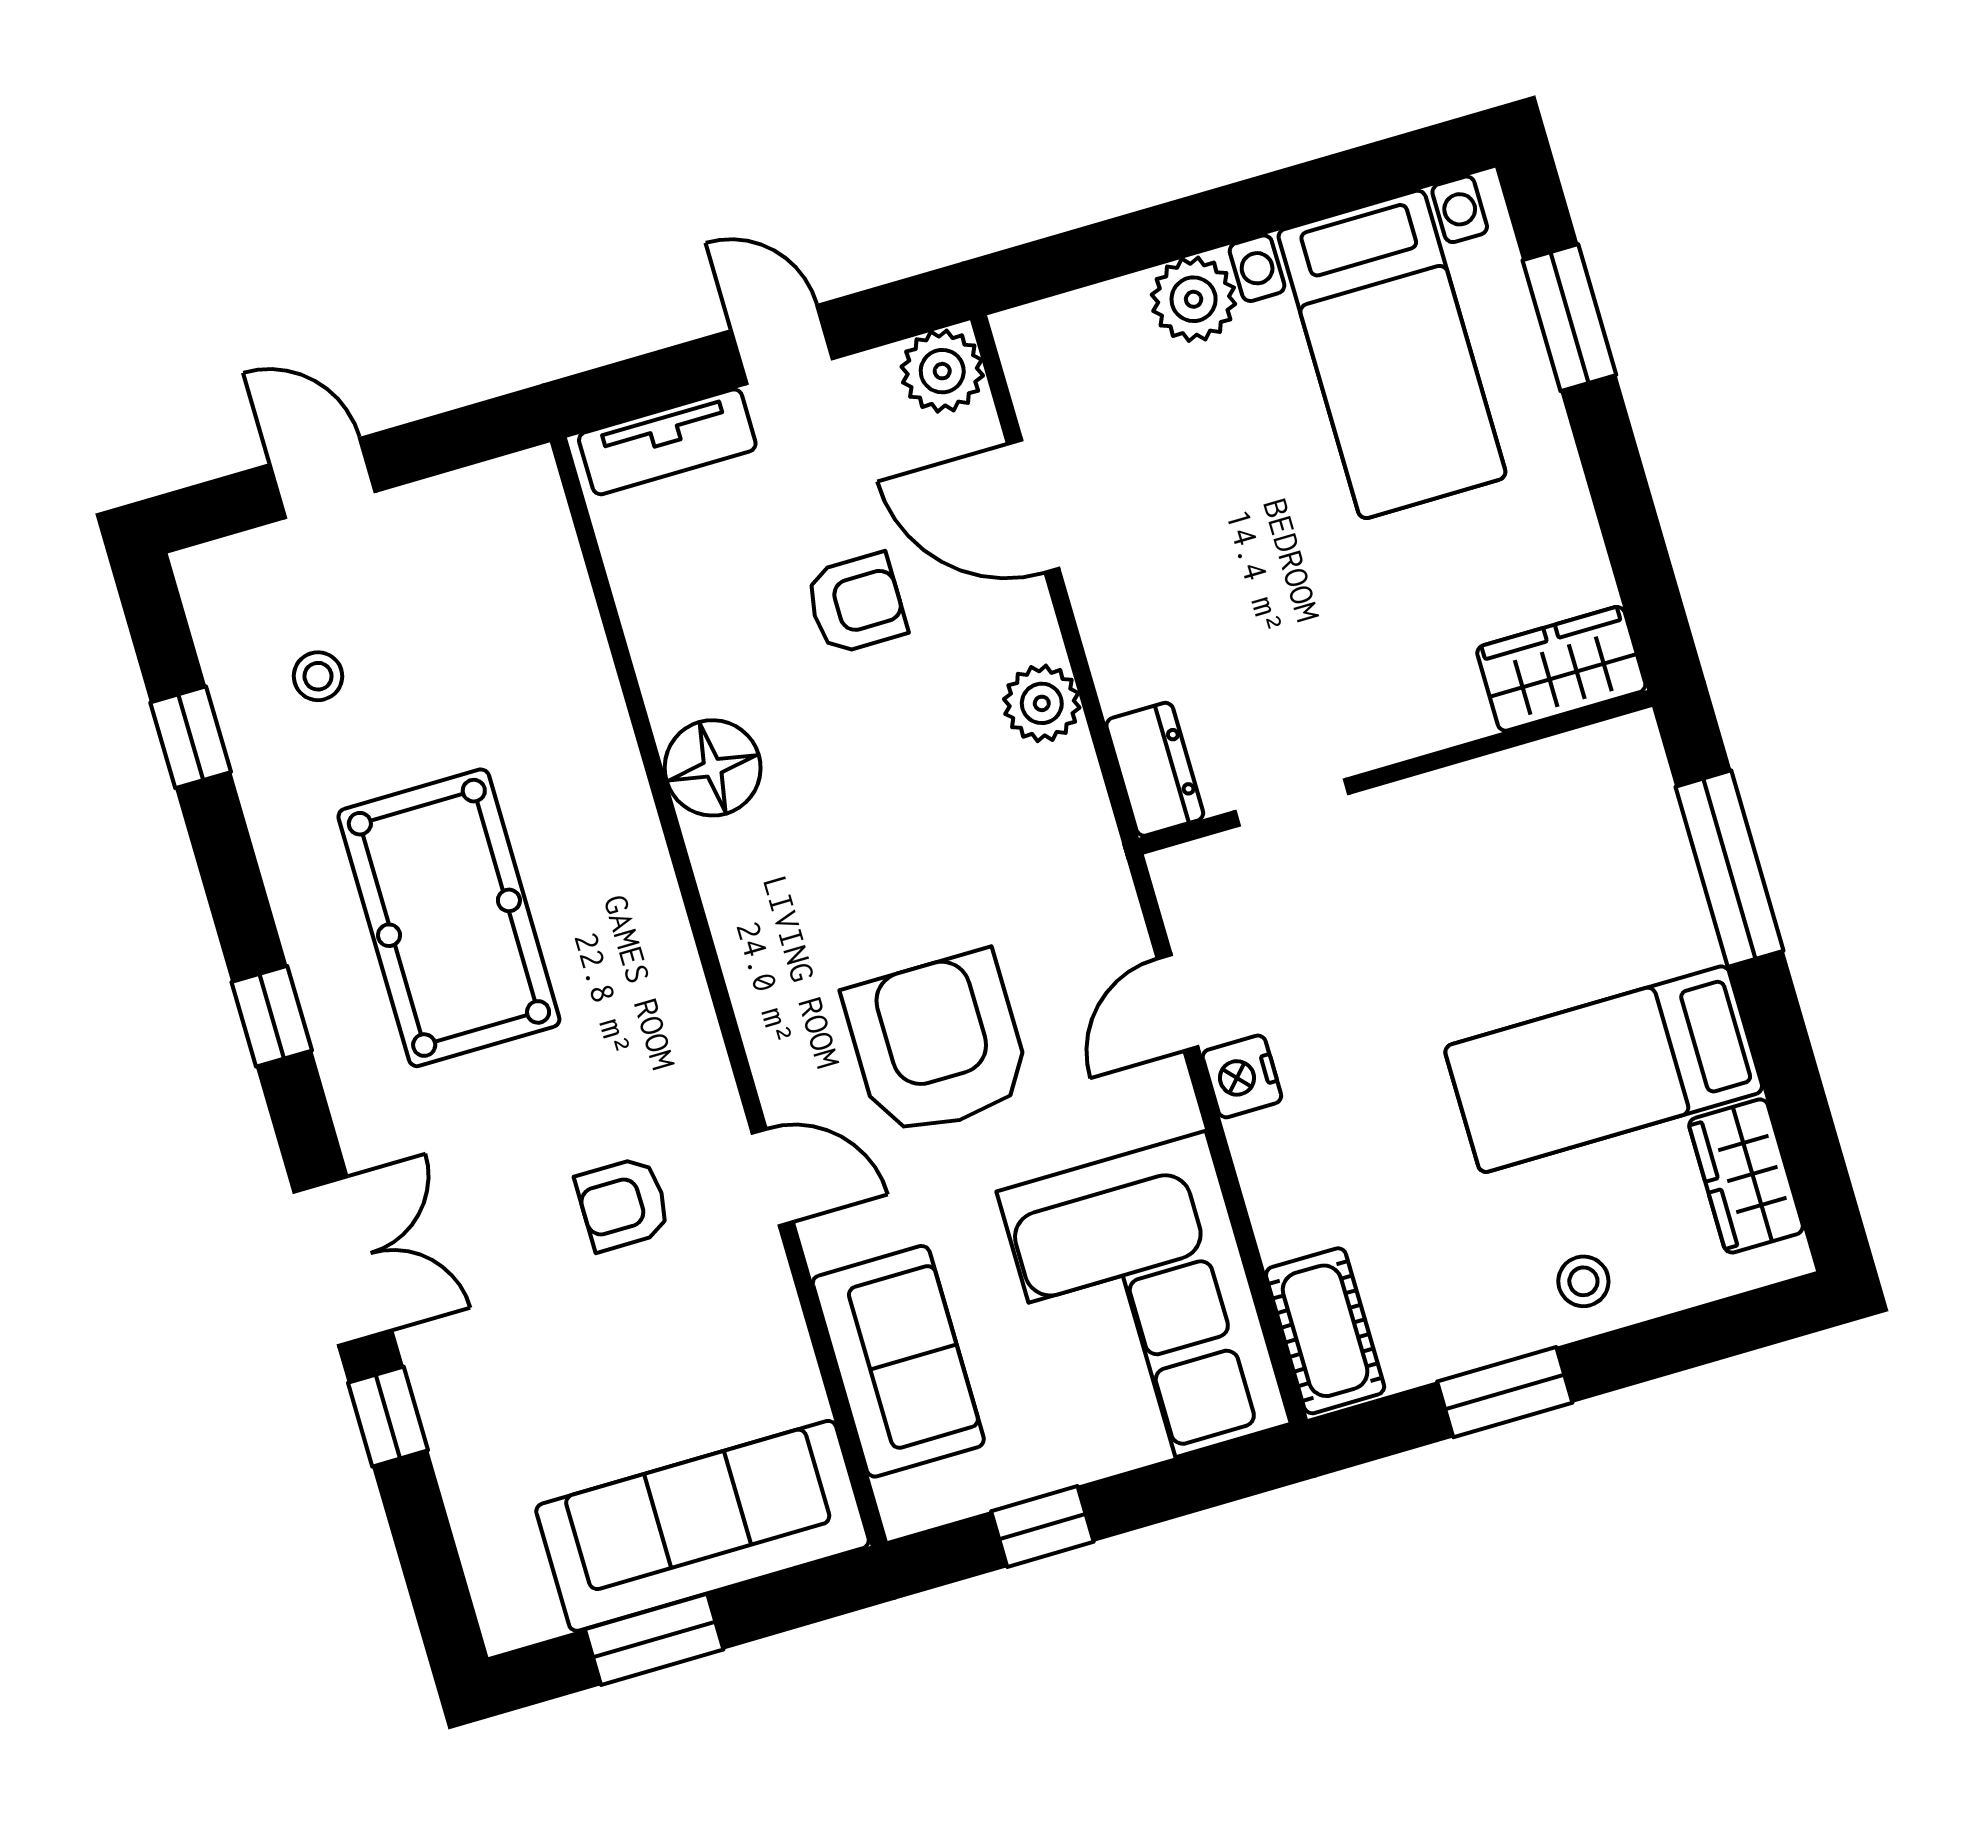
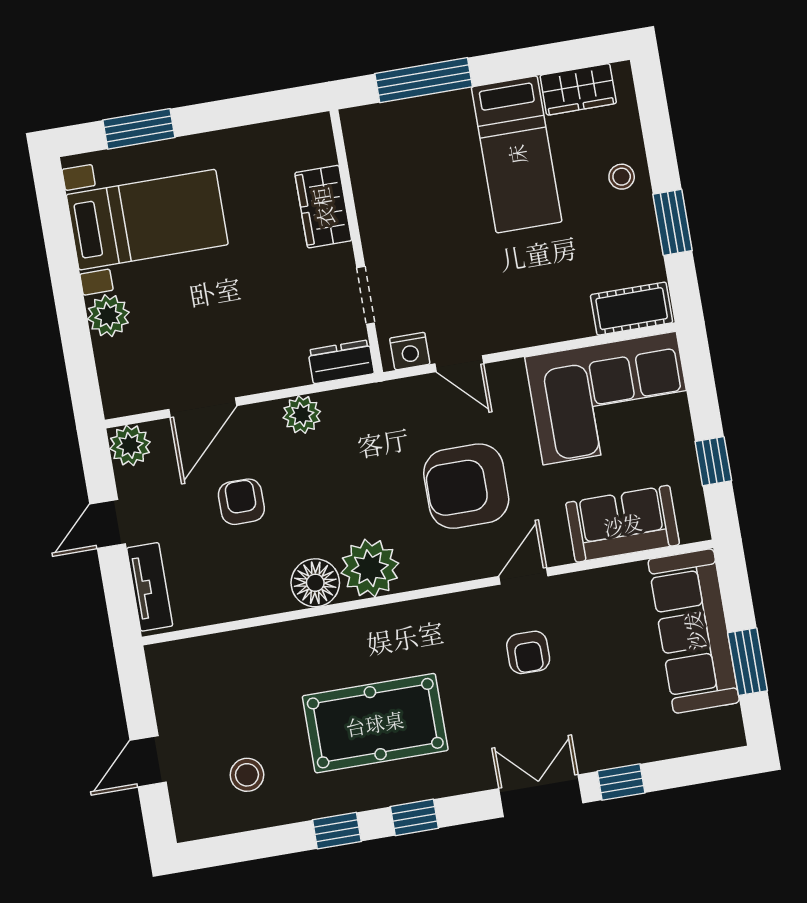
wardrobe: (1561, 669) -> (323, 207), moved
stool: (318, 676) -> (247, 775), width x1.37, depth x1.37
window: (191, 737) -> (337, 831), moved
plant: (754, 872) -> (370, 568), added
nightstand: (1242, 1076) -> (410, 351), moved

